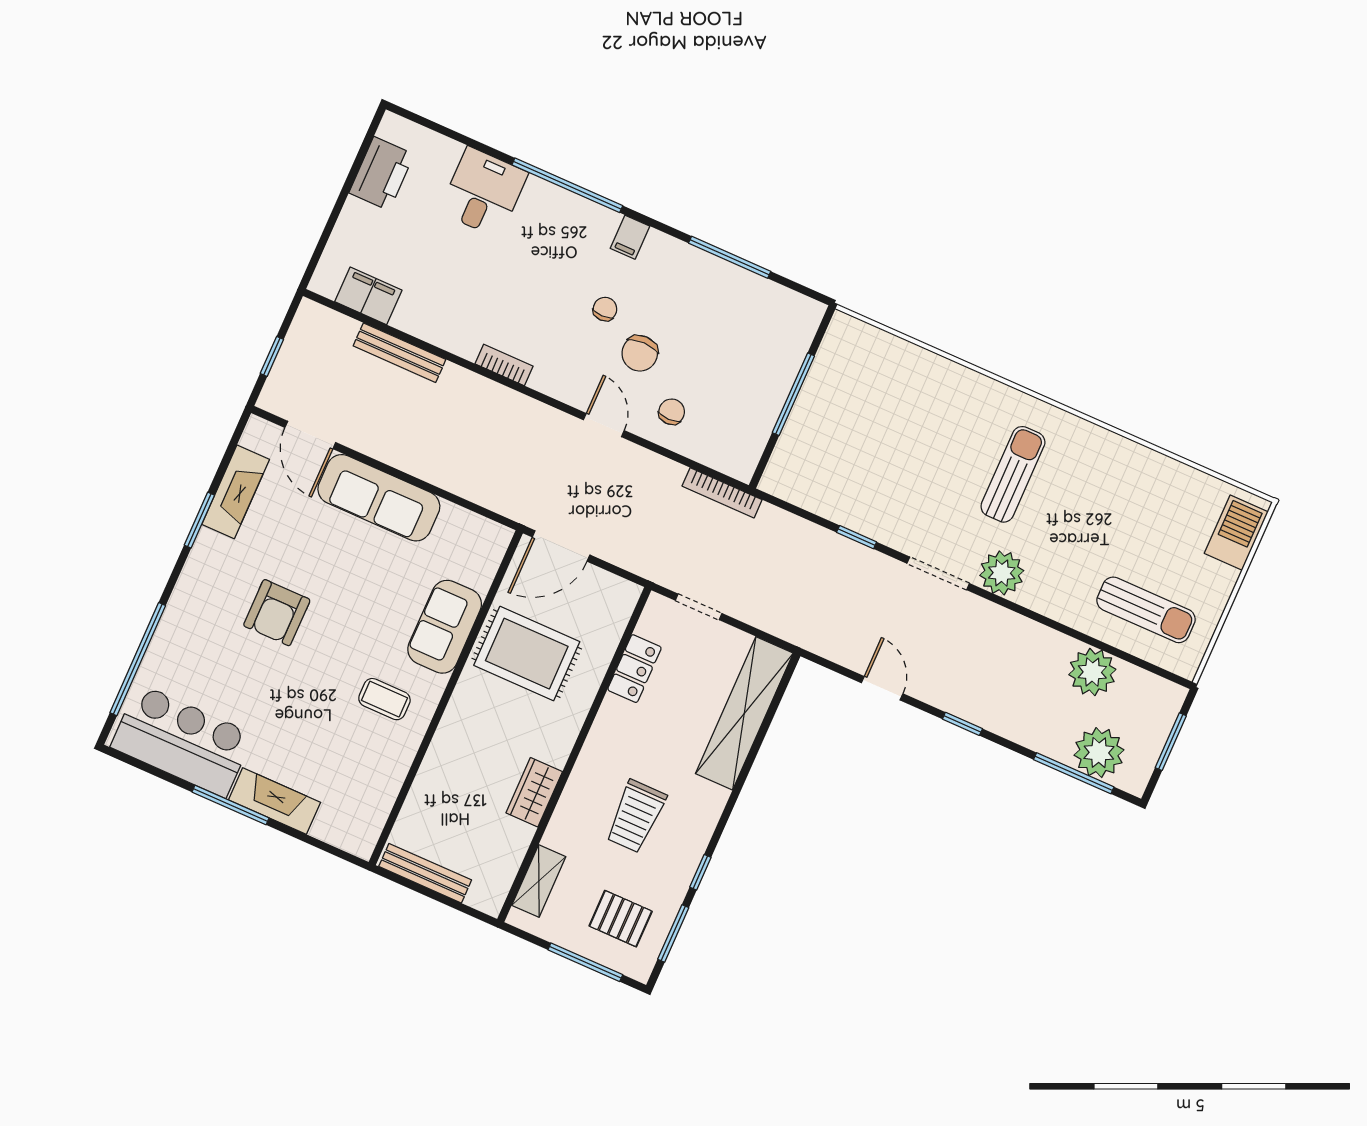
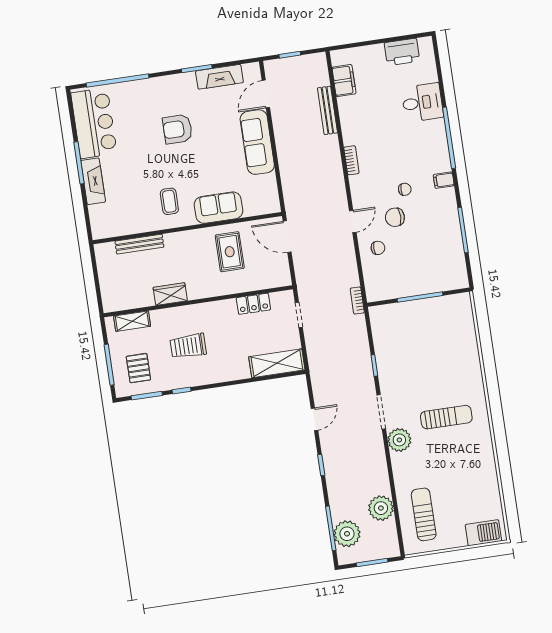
bookcase: (722, 493) -> (357, 301), width x0.64
sun lounger: (1146, 610) -> (424, 514), turned 180
rug: (527, 654) -> (230, 252), width x0.73, depth x0.70
shelving: (744, 713) -> (277, 363), width x0.68
bench: (425, 873) -> (139, 244), moved, turned 90

